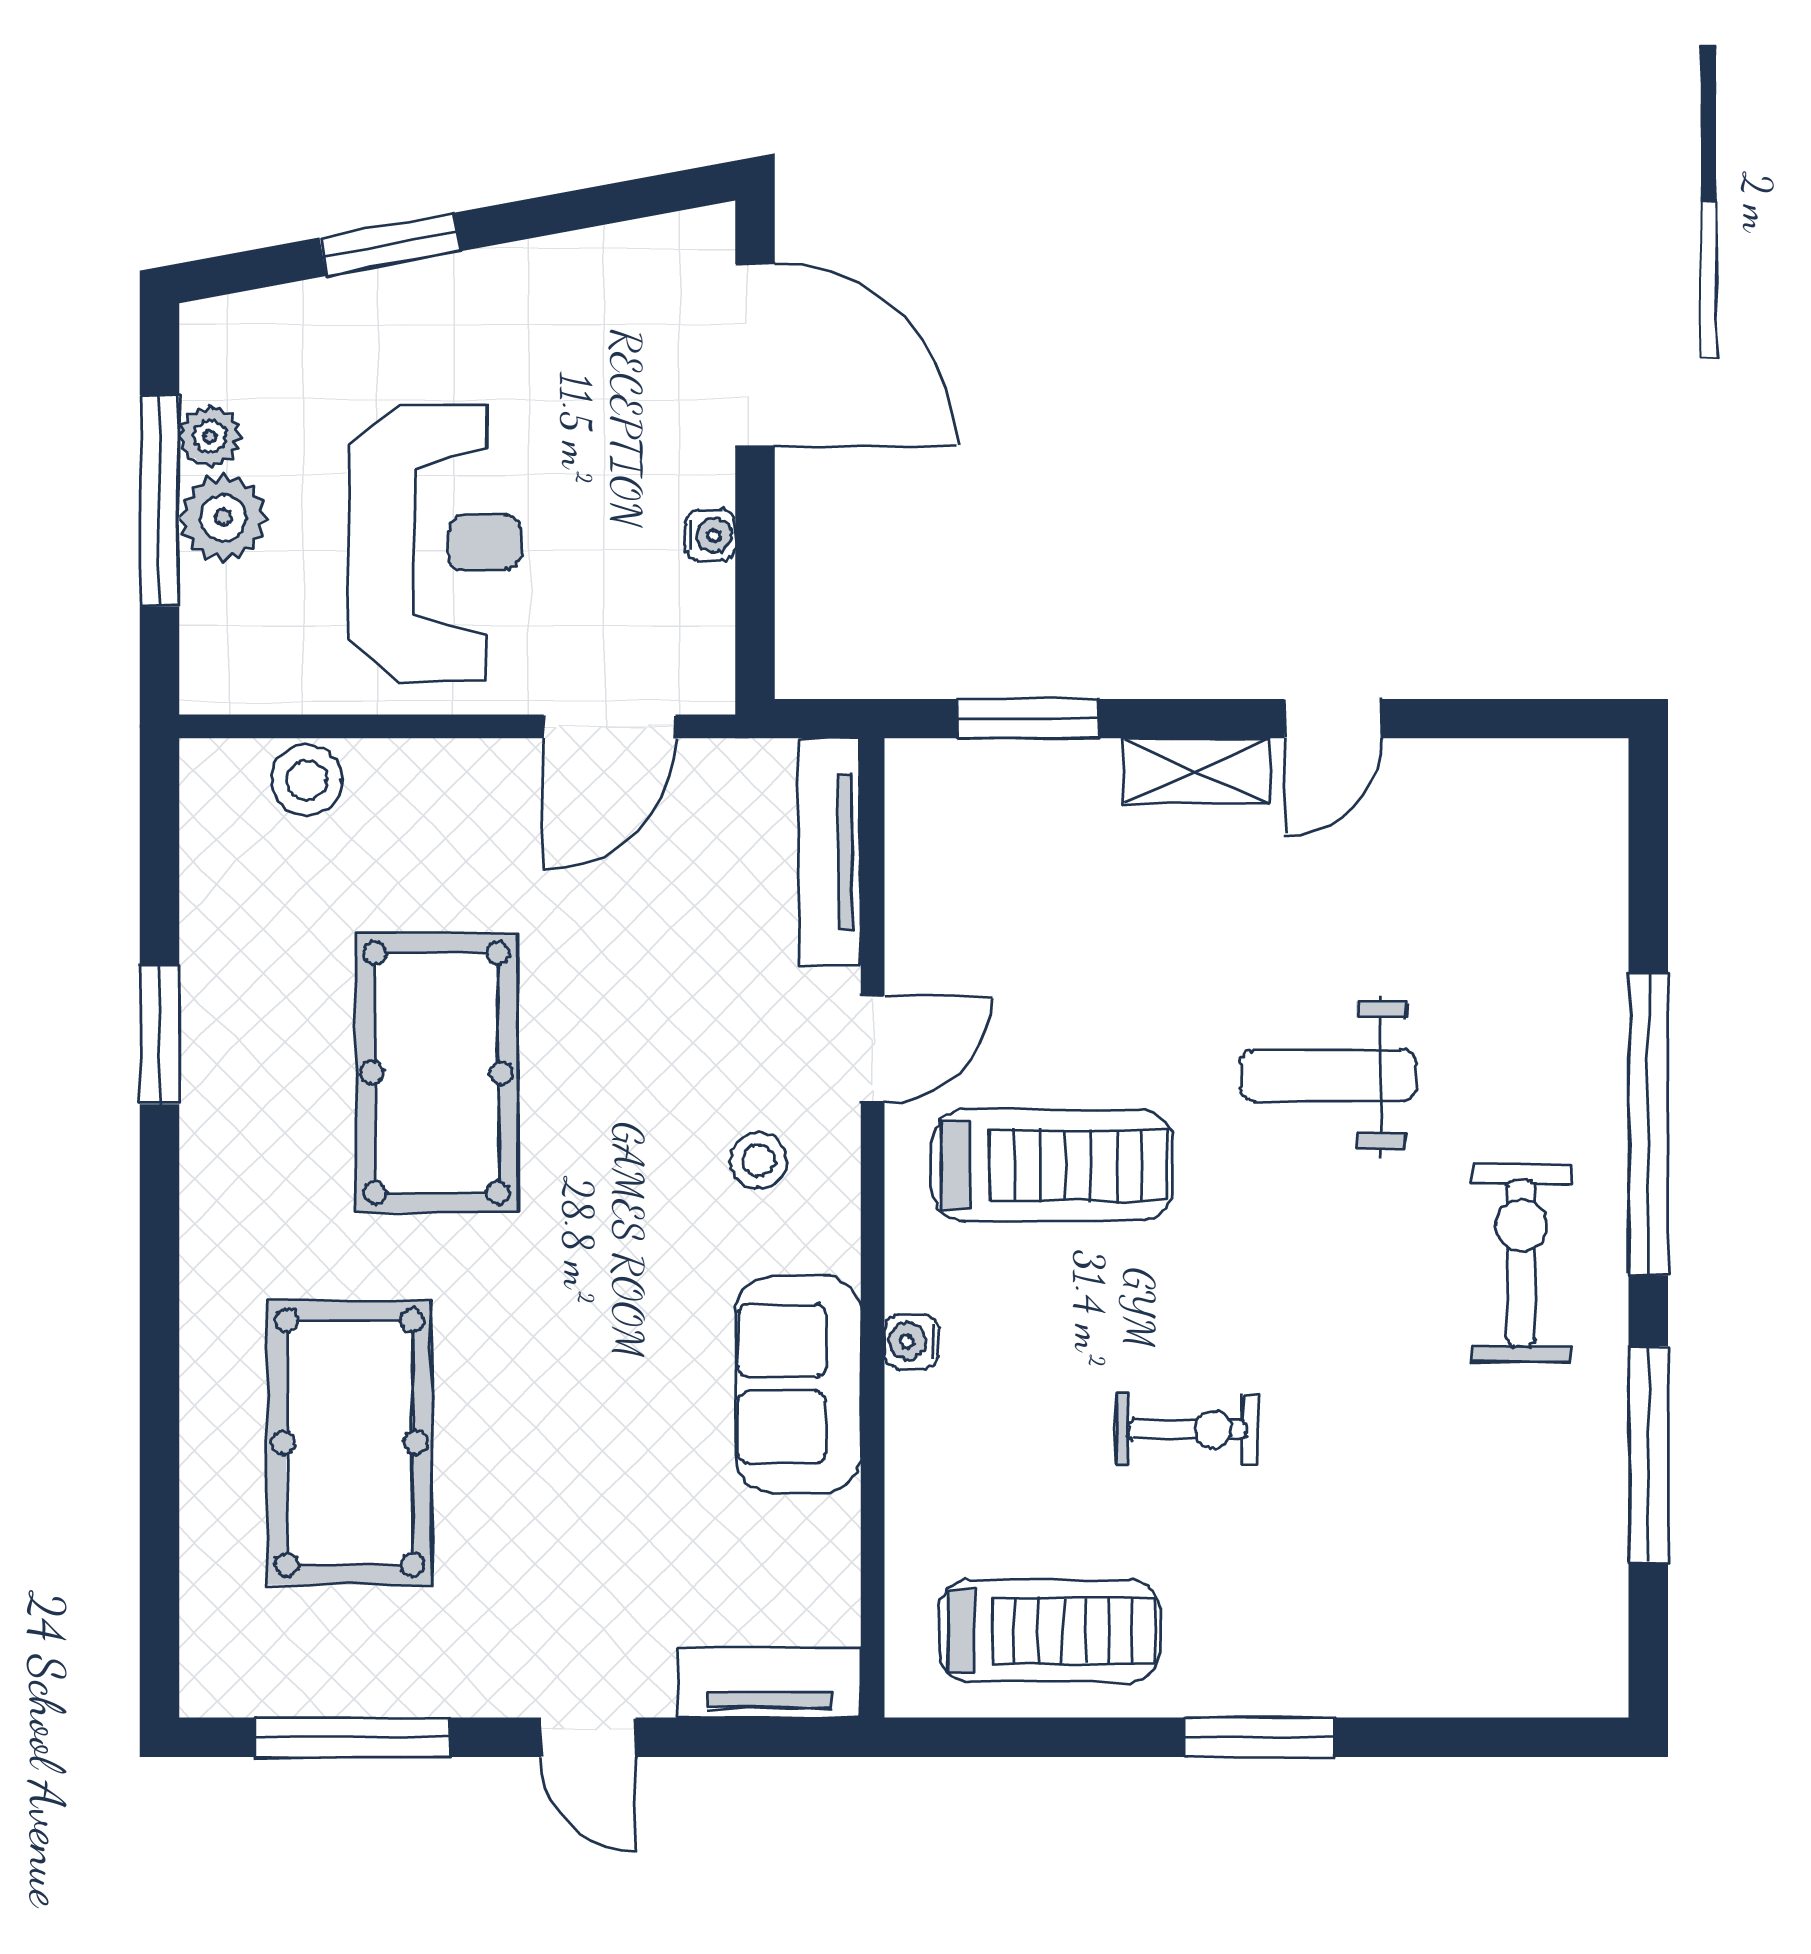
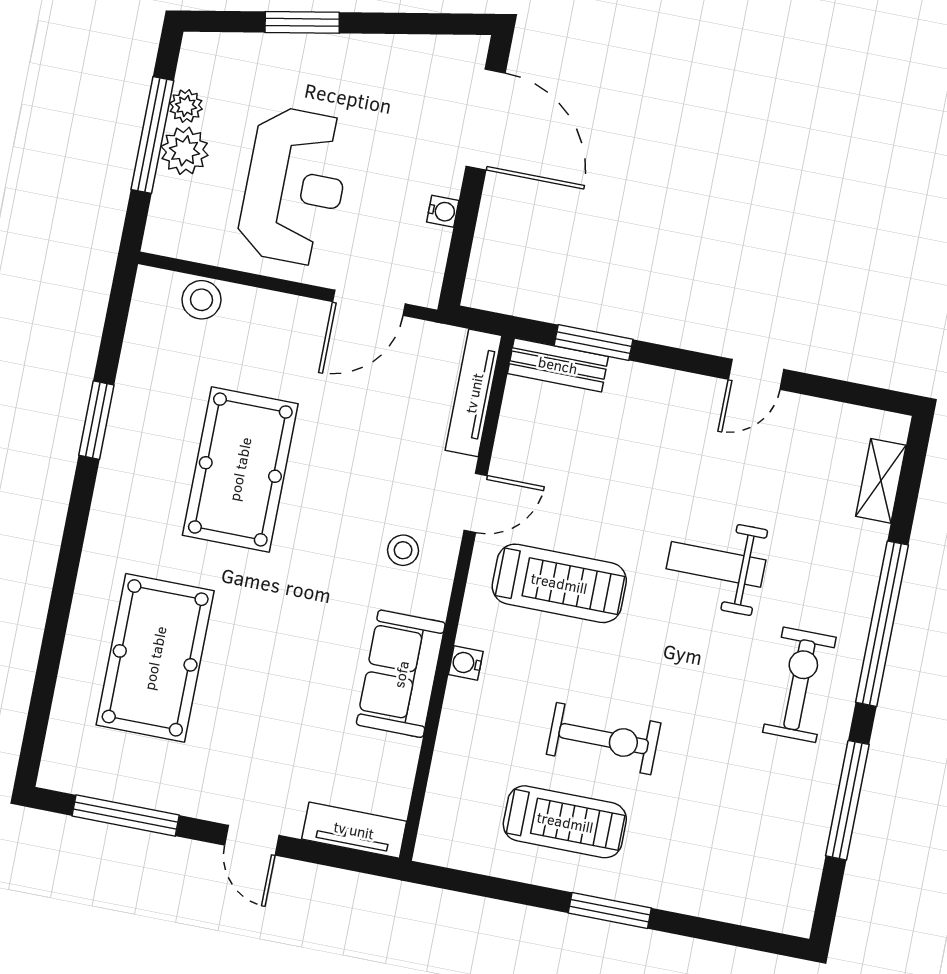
shelving: (1197, 771) -> (881, 481), moved, turned 90
bench: (972, 772) -> (558, 365), added
exercise bike: (1187, 1429) -> (604, 739), width x1.38, depth x1.39
treadmill: (1050, 1631) -> (565, 822), moved

